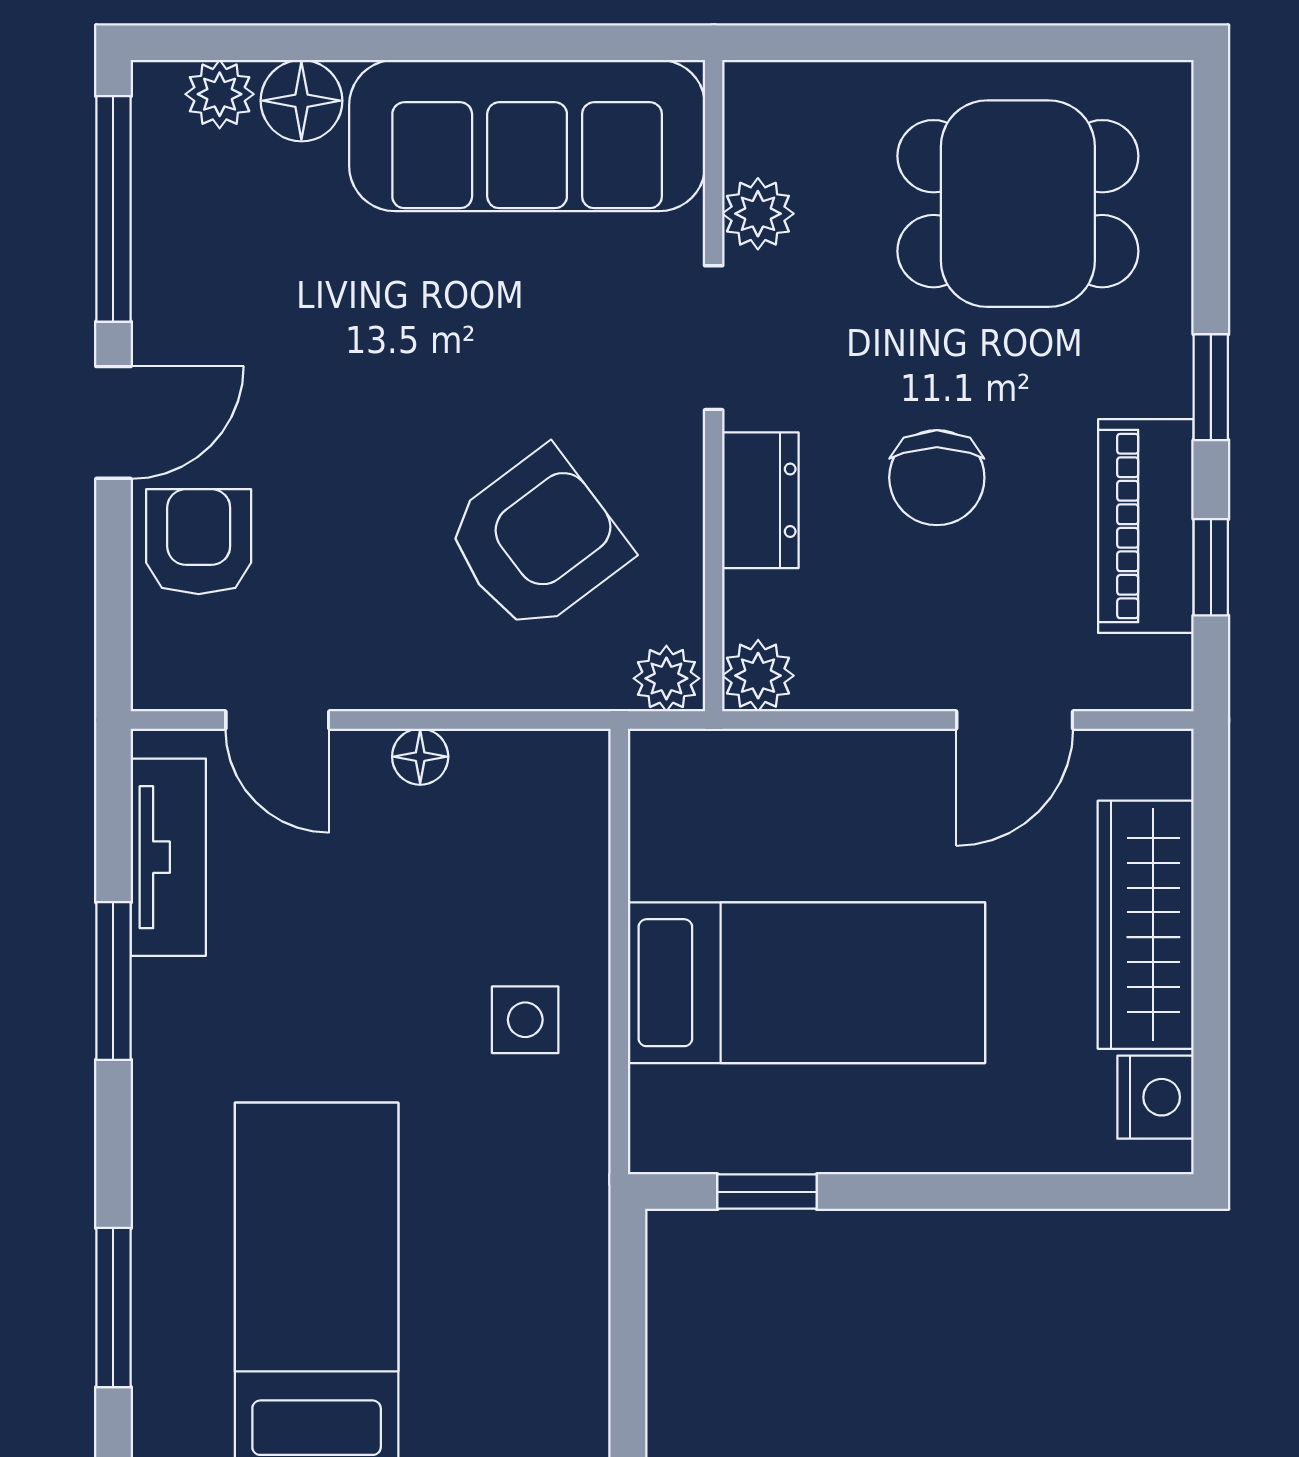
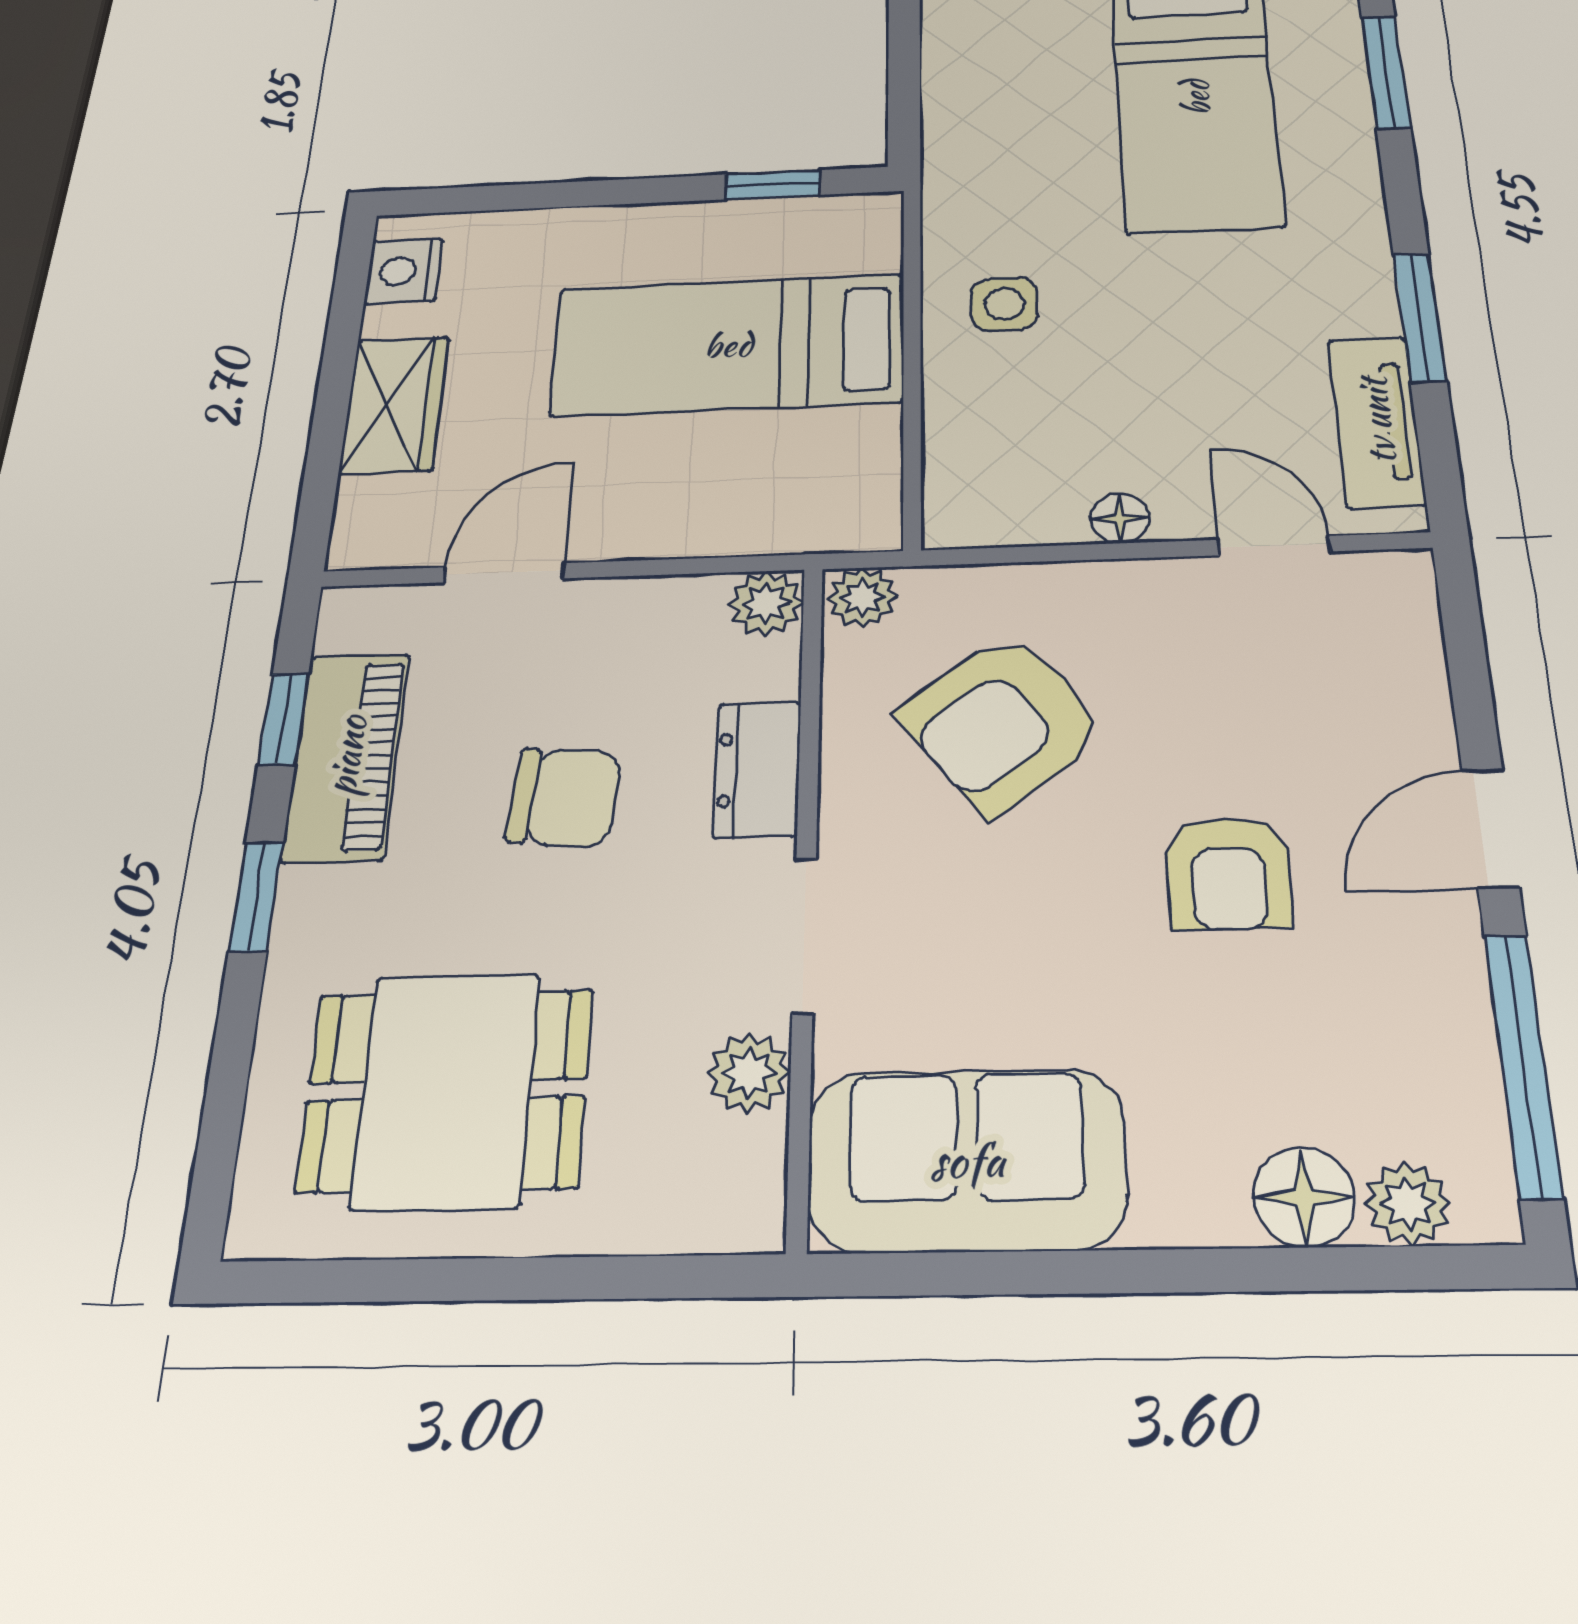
sofa: (527, 136) -> (967, 1160), width x0.73
chair: (937, 478) -> (564, 797), turned 95
armchair: (199, 542) -> (1228, 873), moved
wardrobe: (1146, 925) -> (394, 405), width x0.67

